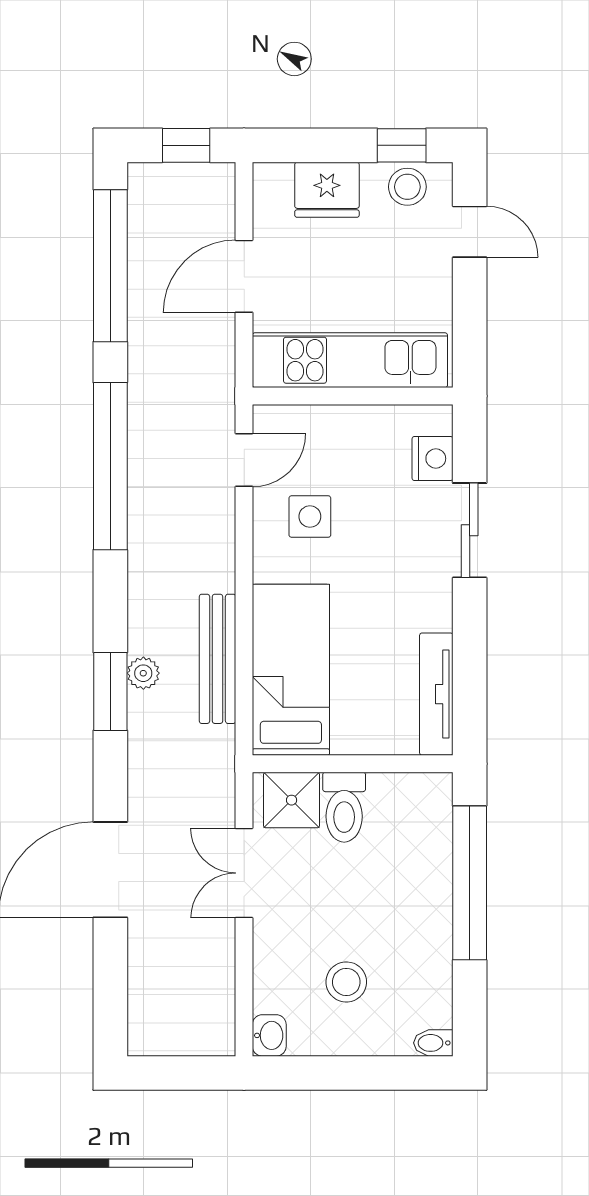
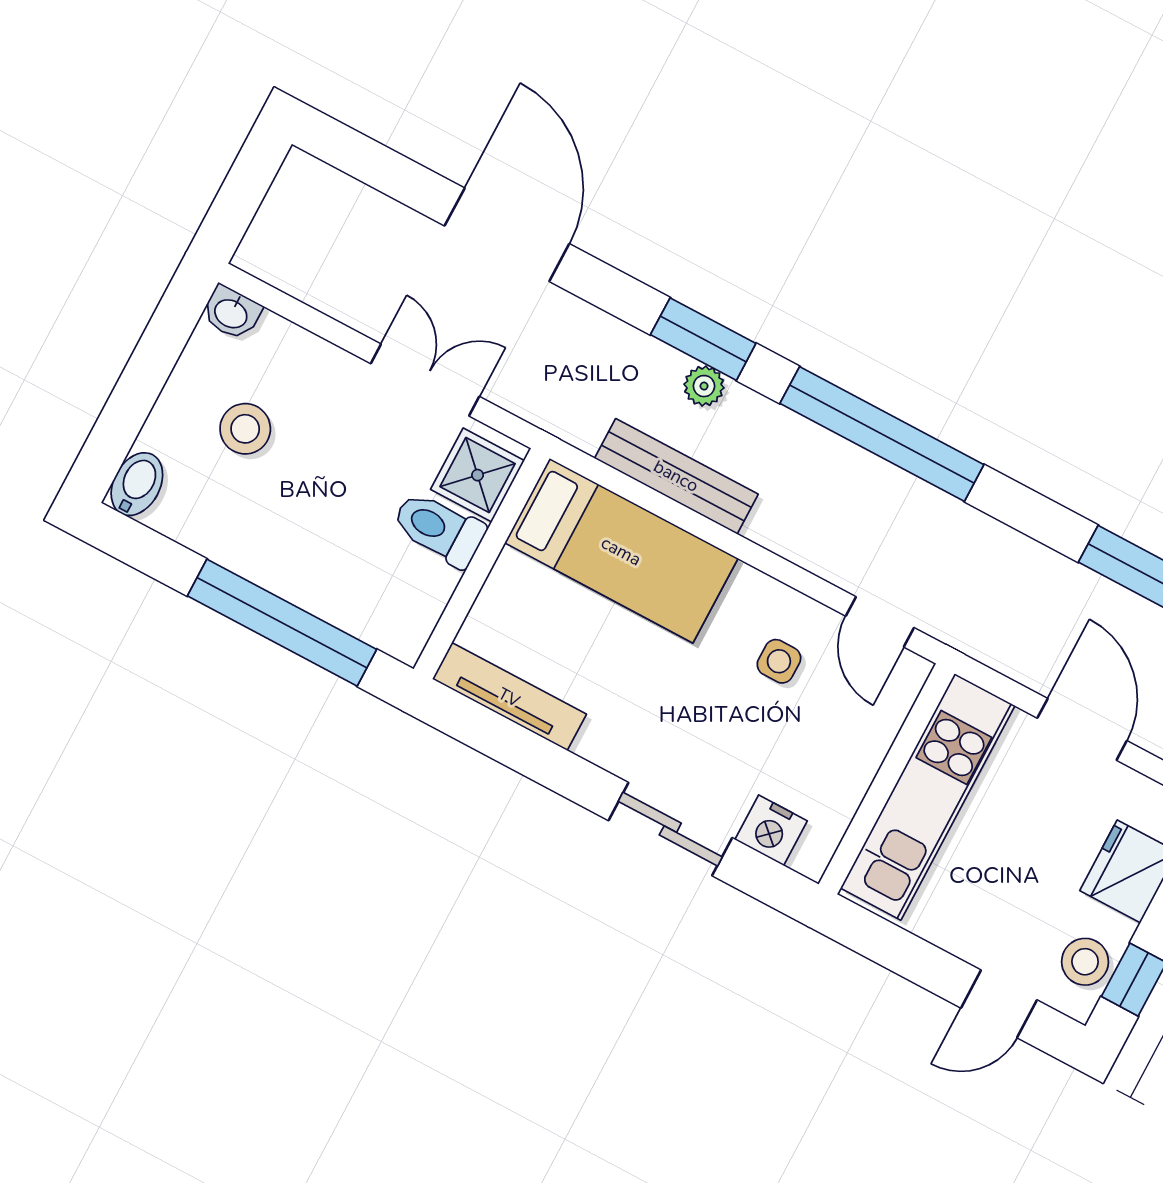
window: (110, 466) -> (882, 434), moved
side table: (310, 517) -> (779, 661), width x0.73, depth x0.73
bidet: (433, 1043) -> (137, 484), width x1.38, depth x1.36

